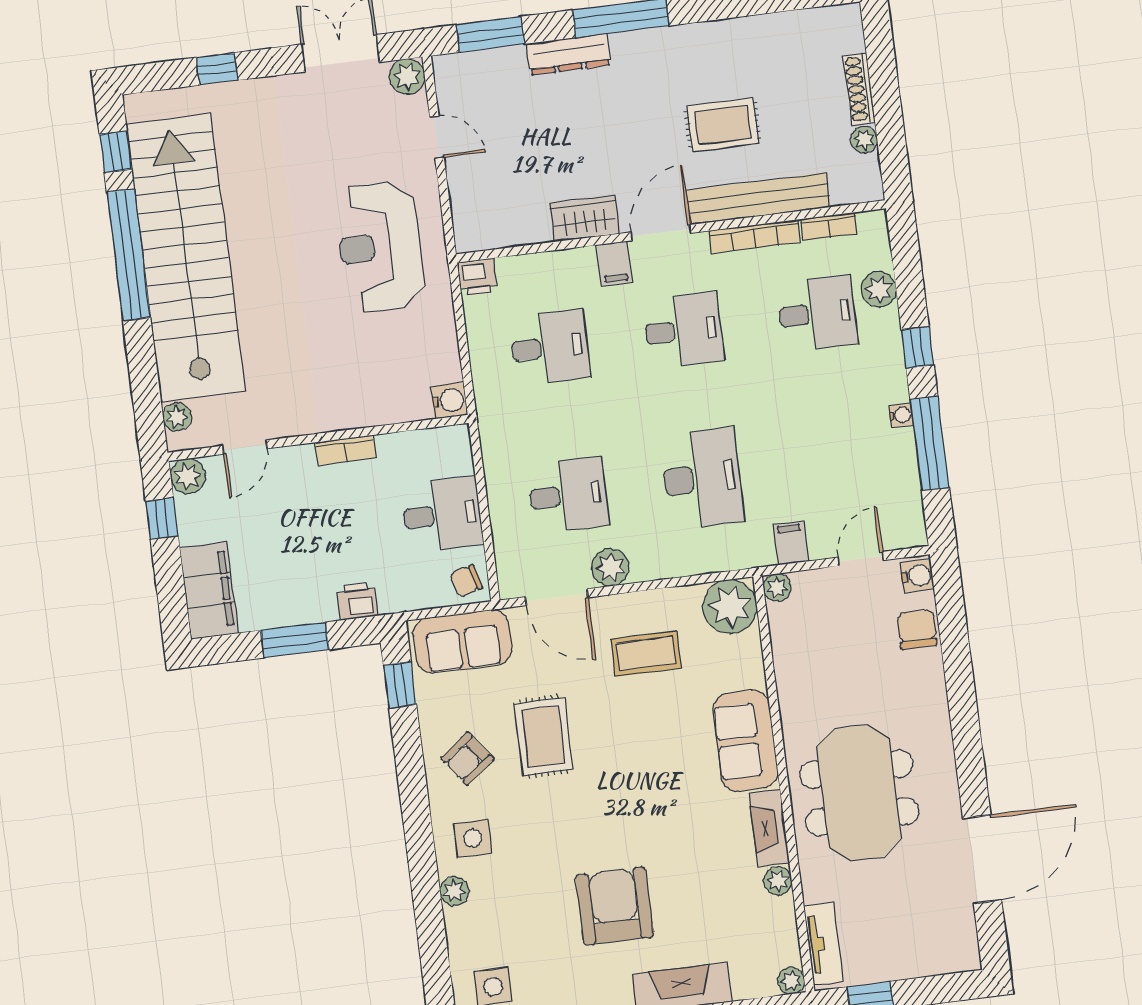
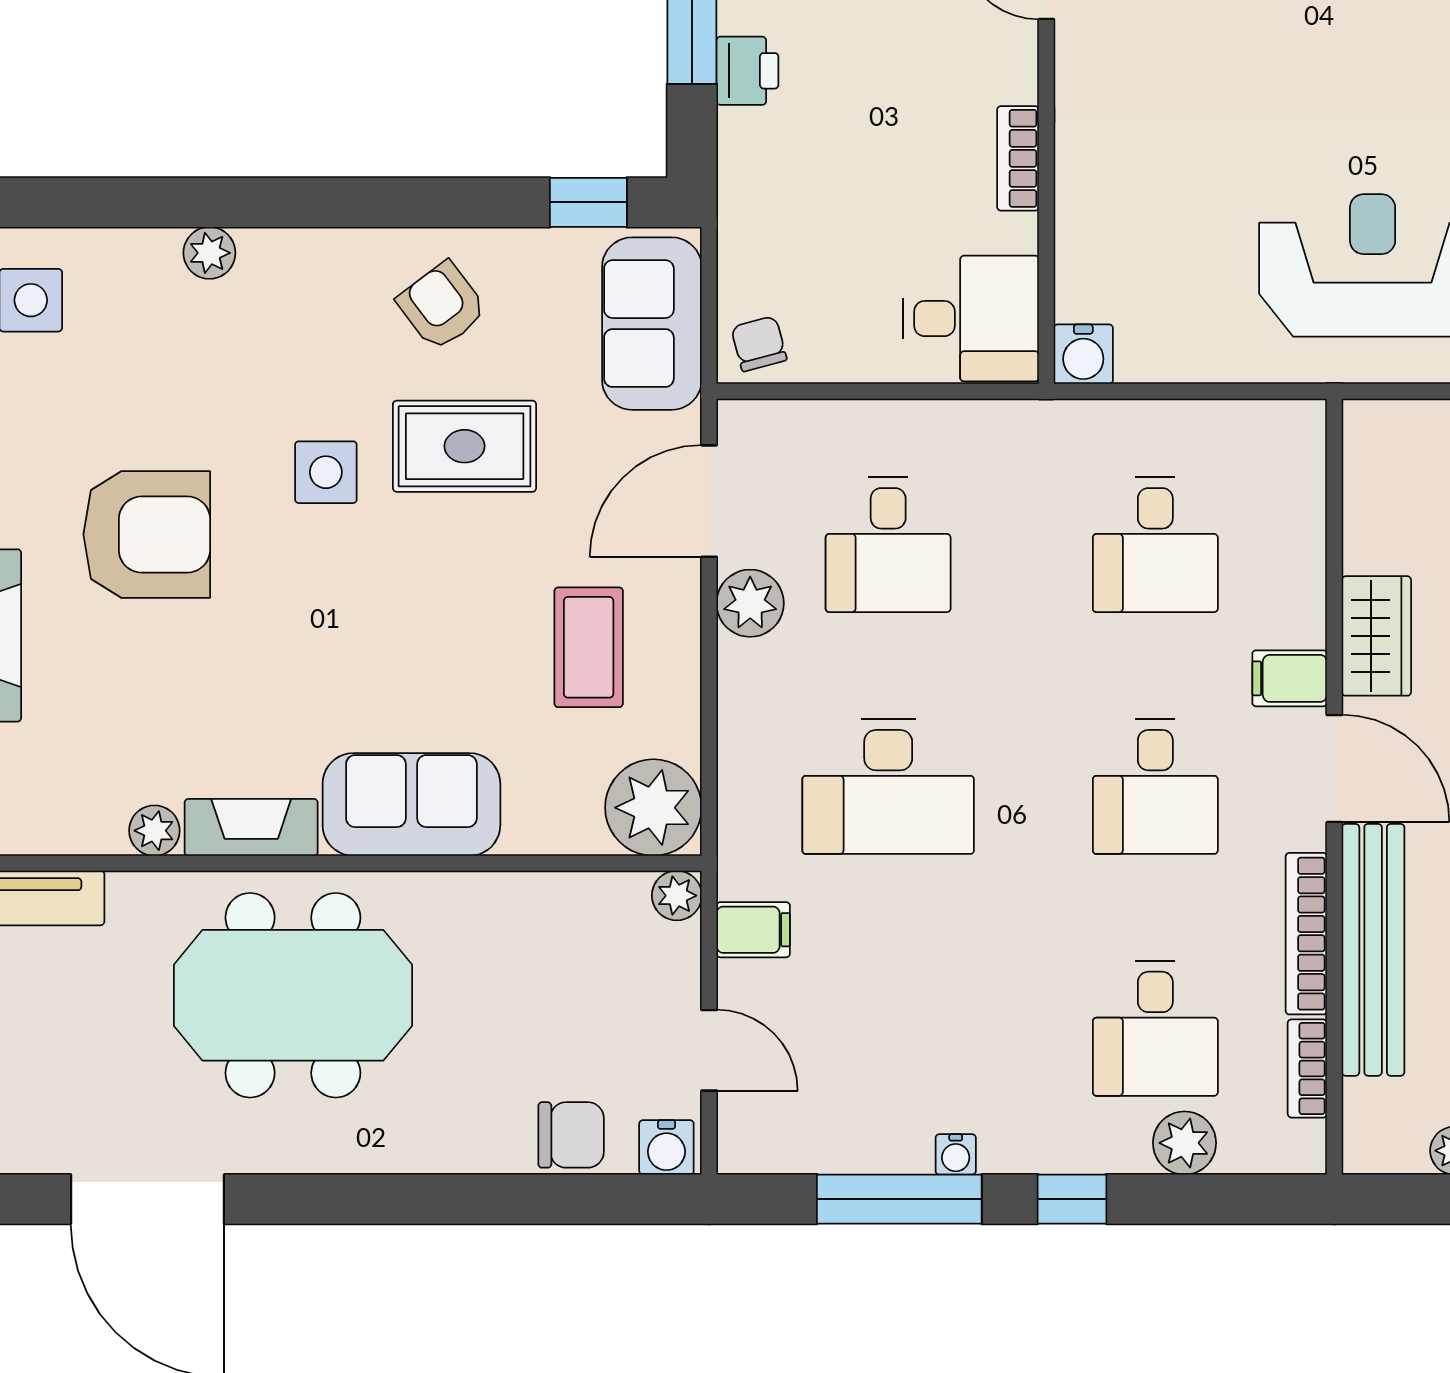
printer: (477, 277) -> (1297, 432), removed
desk: (442, 515) -> (971, 319), moved, turned -90
printer: (357, 601) -> (747, 71), moved
side table: (473, 838) -> (326, 472), moved

